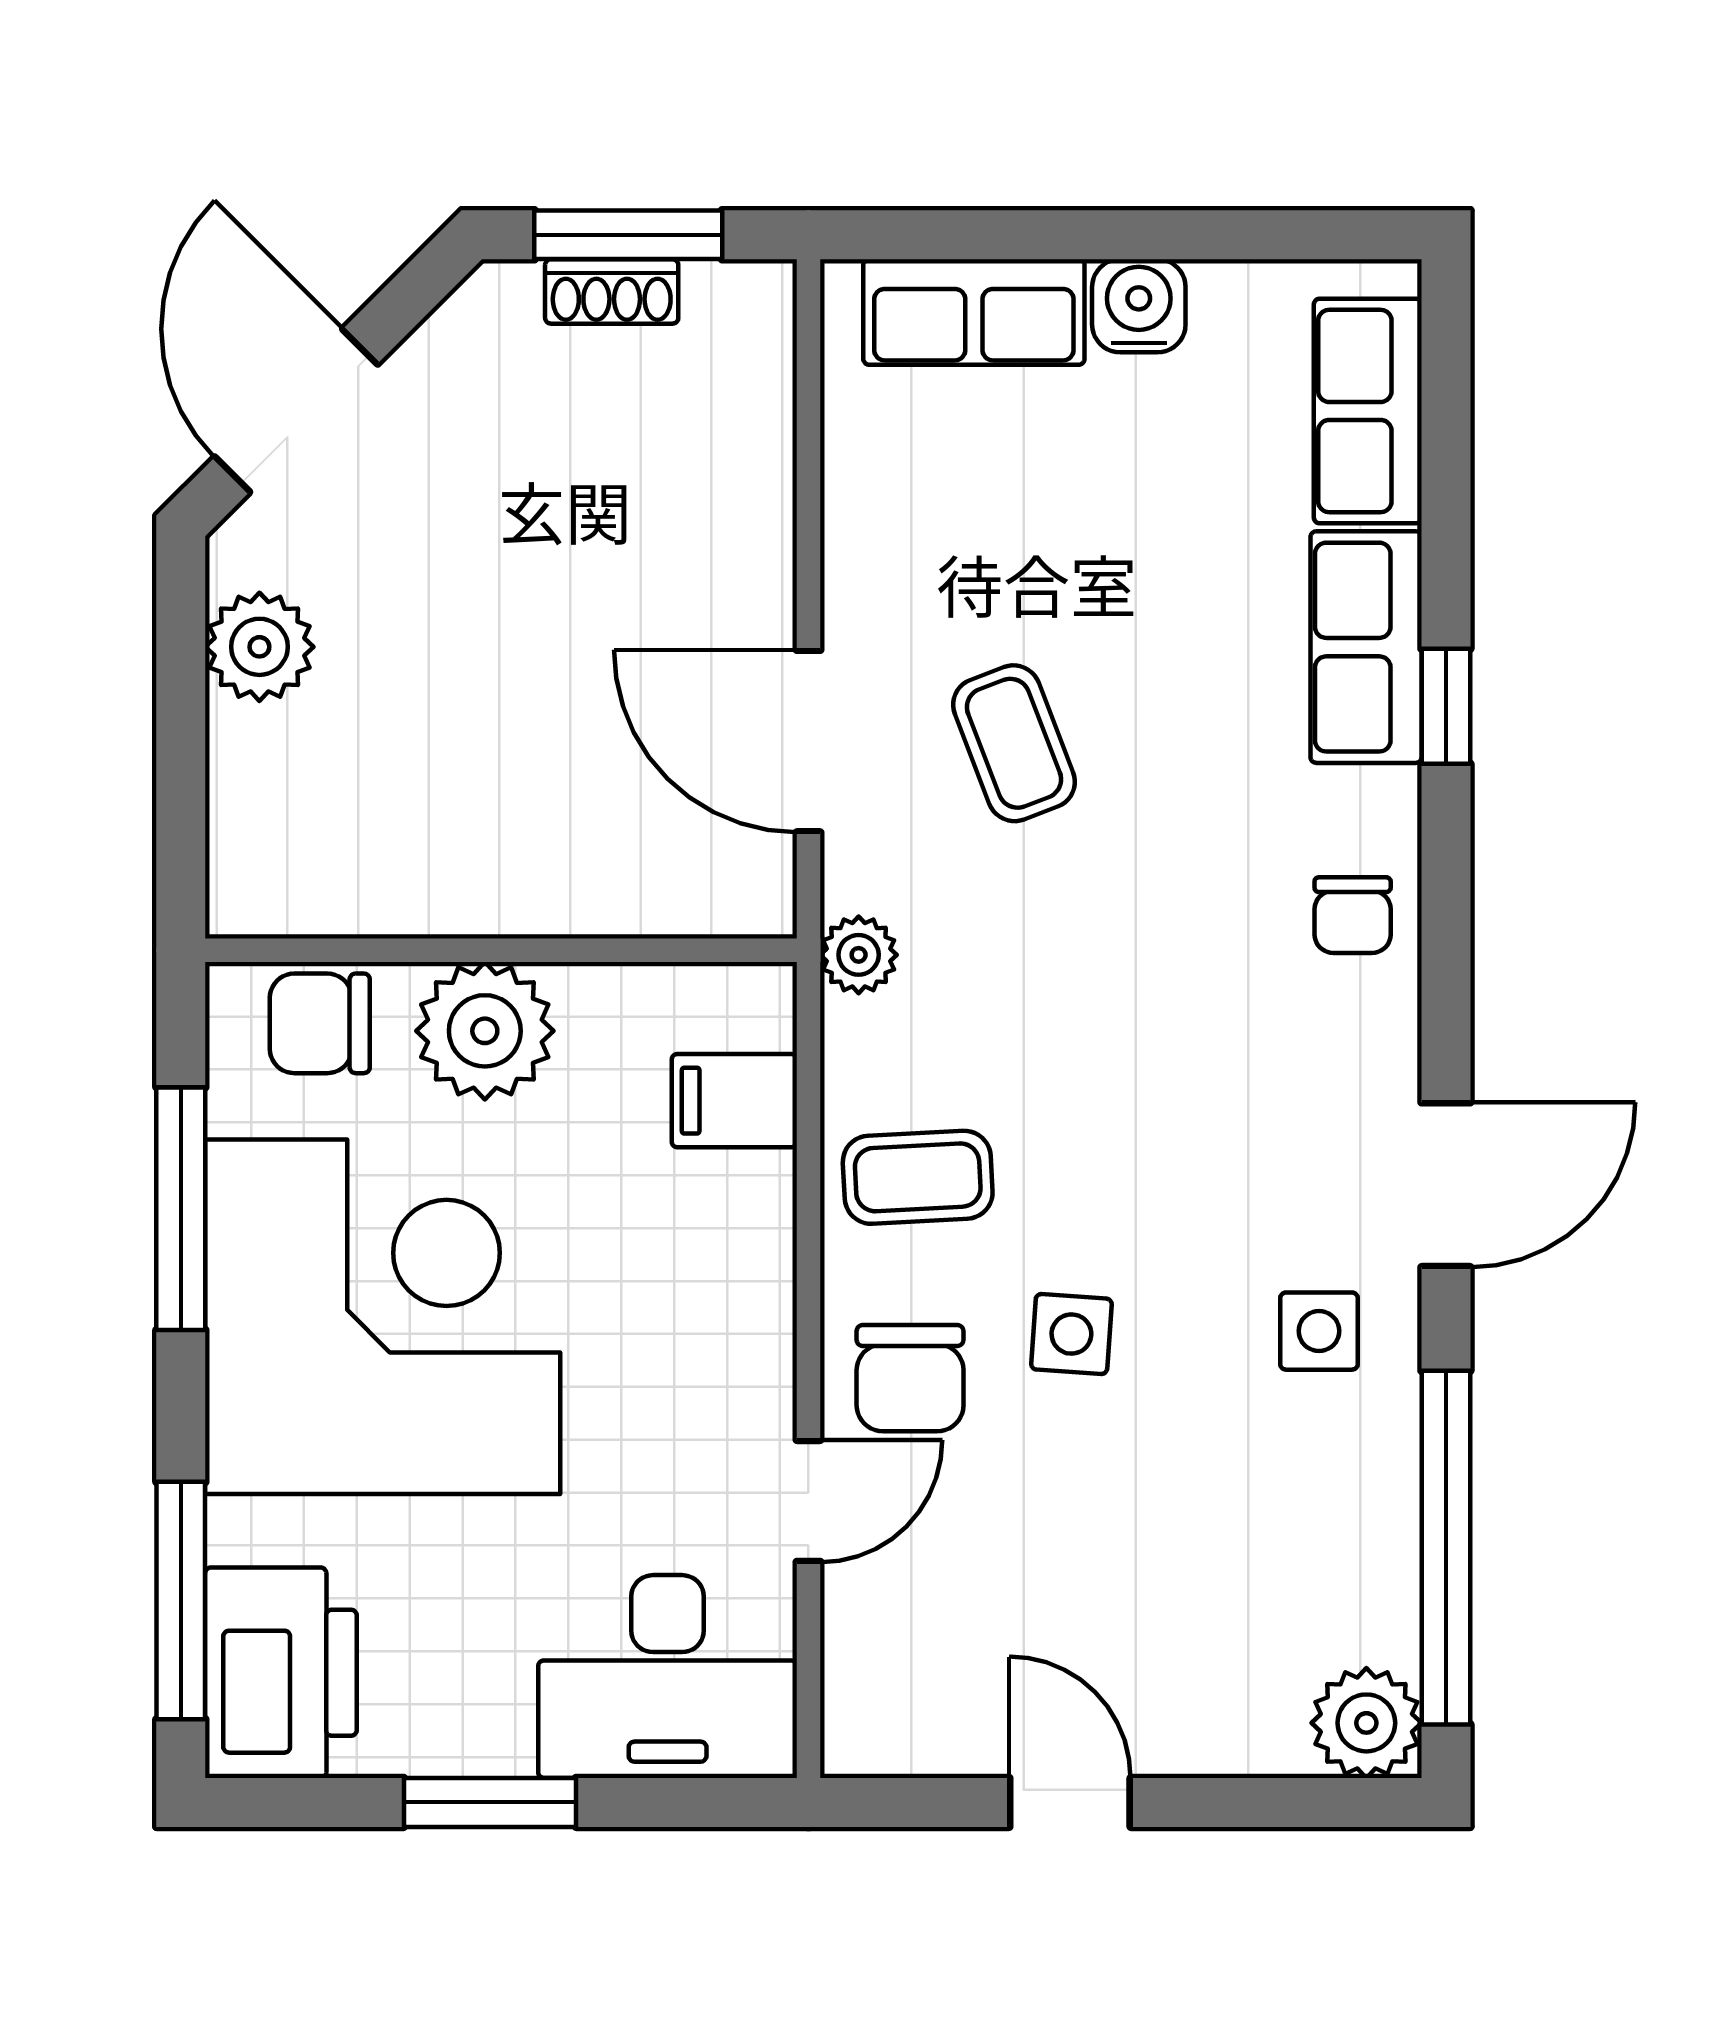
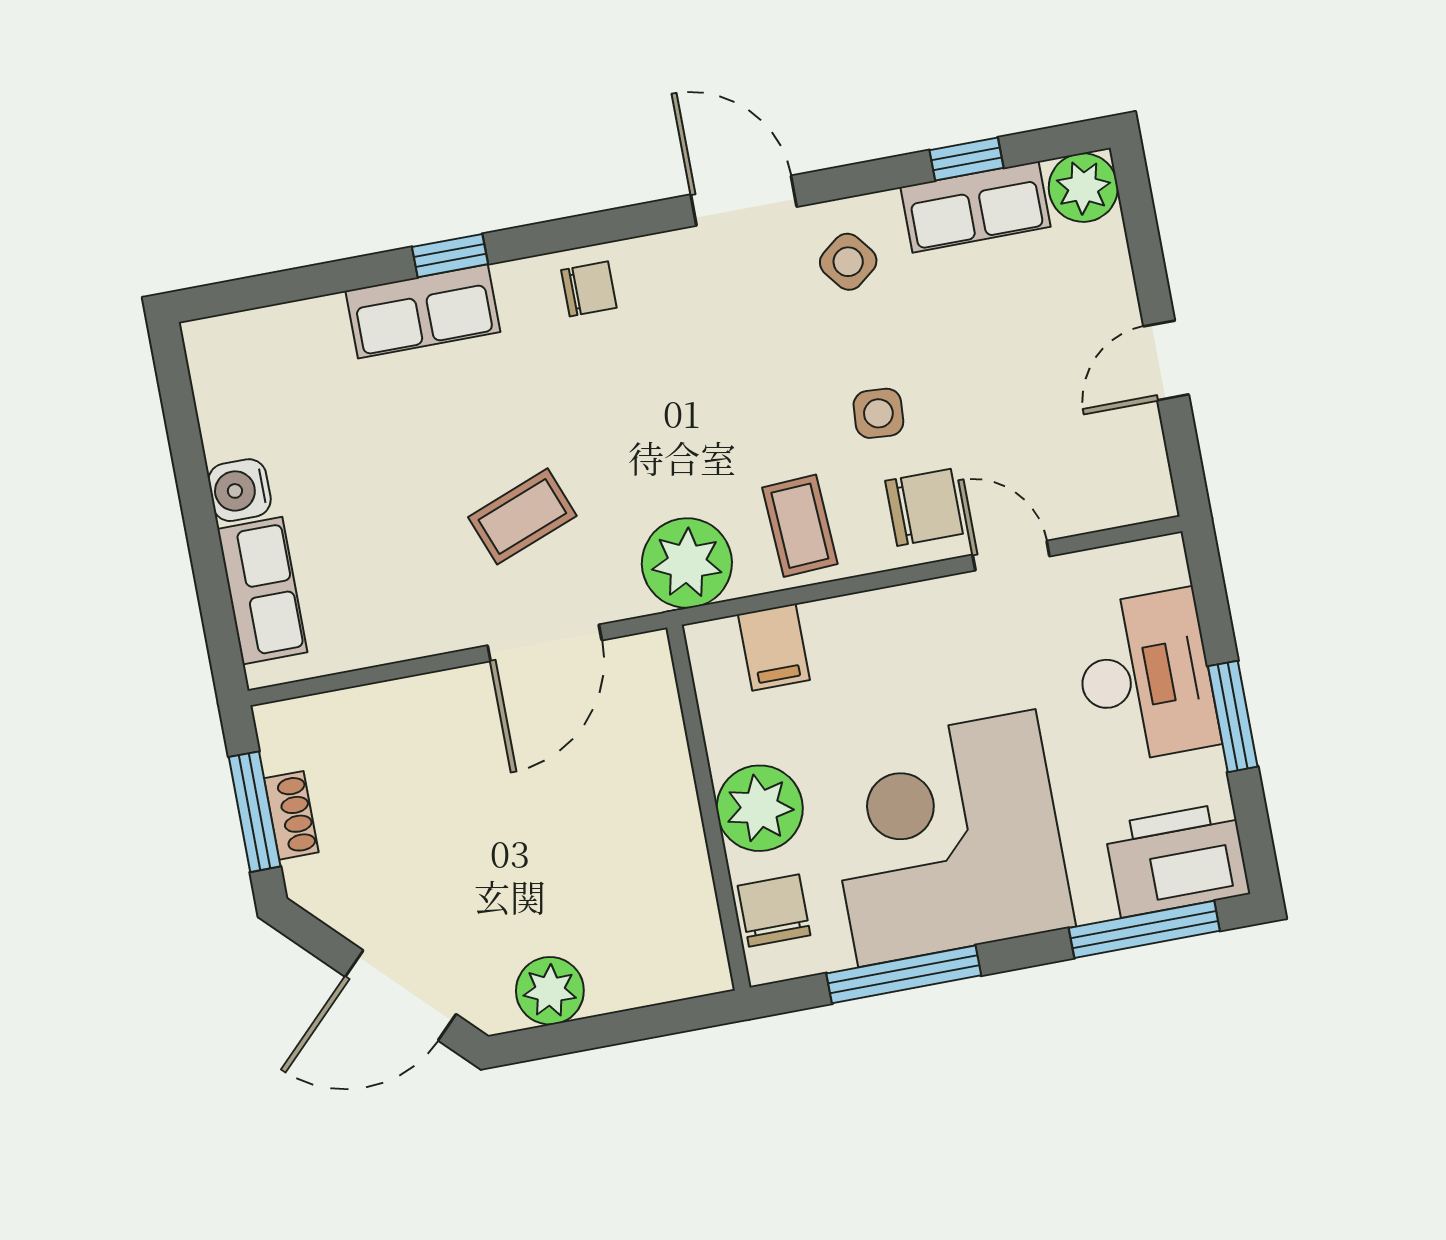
row of seats: (1368, 411) -> (975, 207), moved
plant: (859, 955) -> (687, 563), width x1.88, depth x1.88
chair: (320, 1023) -> (774, 910), turned 180
side table: (1319, 1331) -> (848, 262), turned -38
window: (1446, 1548) -> (966, 159), width x0.32
desk: (668, 1677) -> (1145, 677), moved

